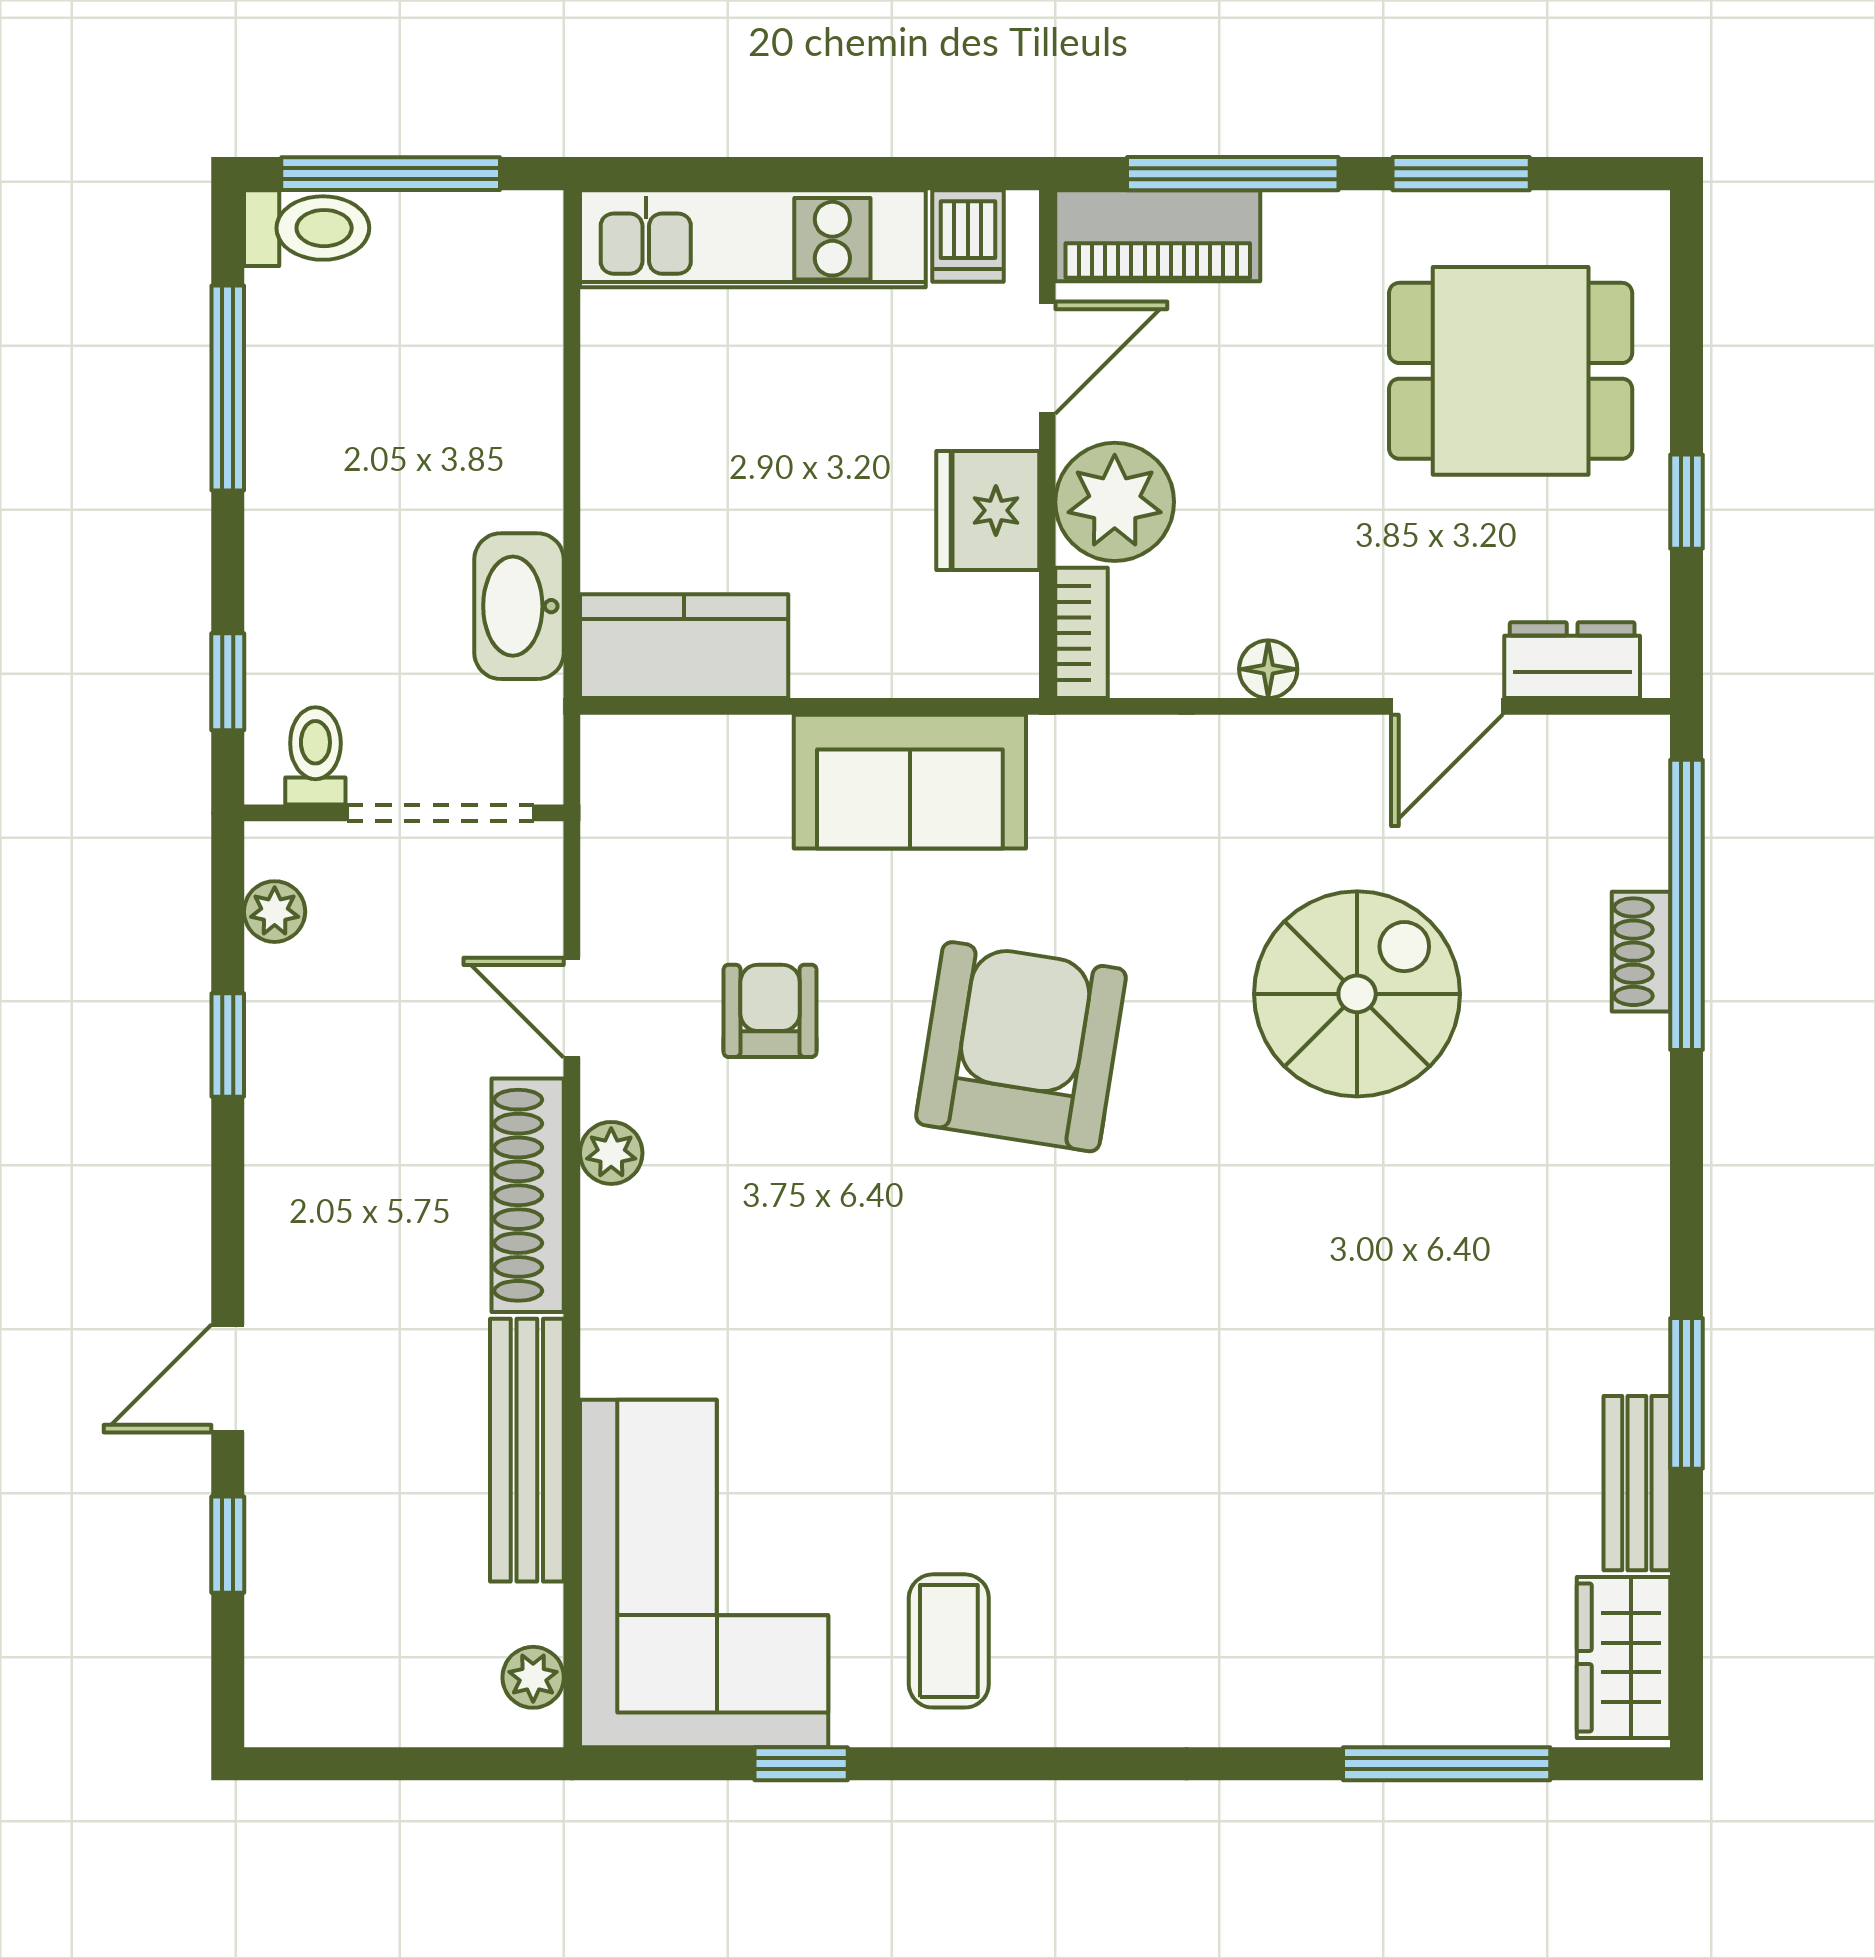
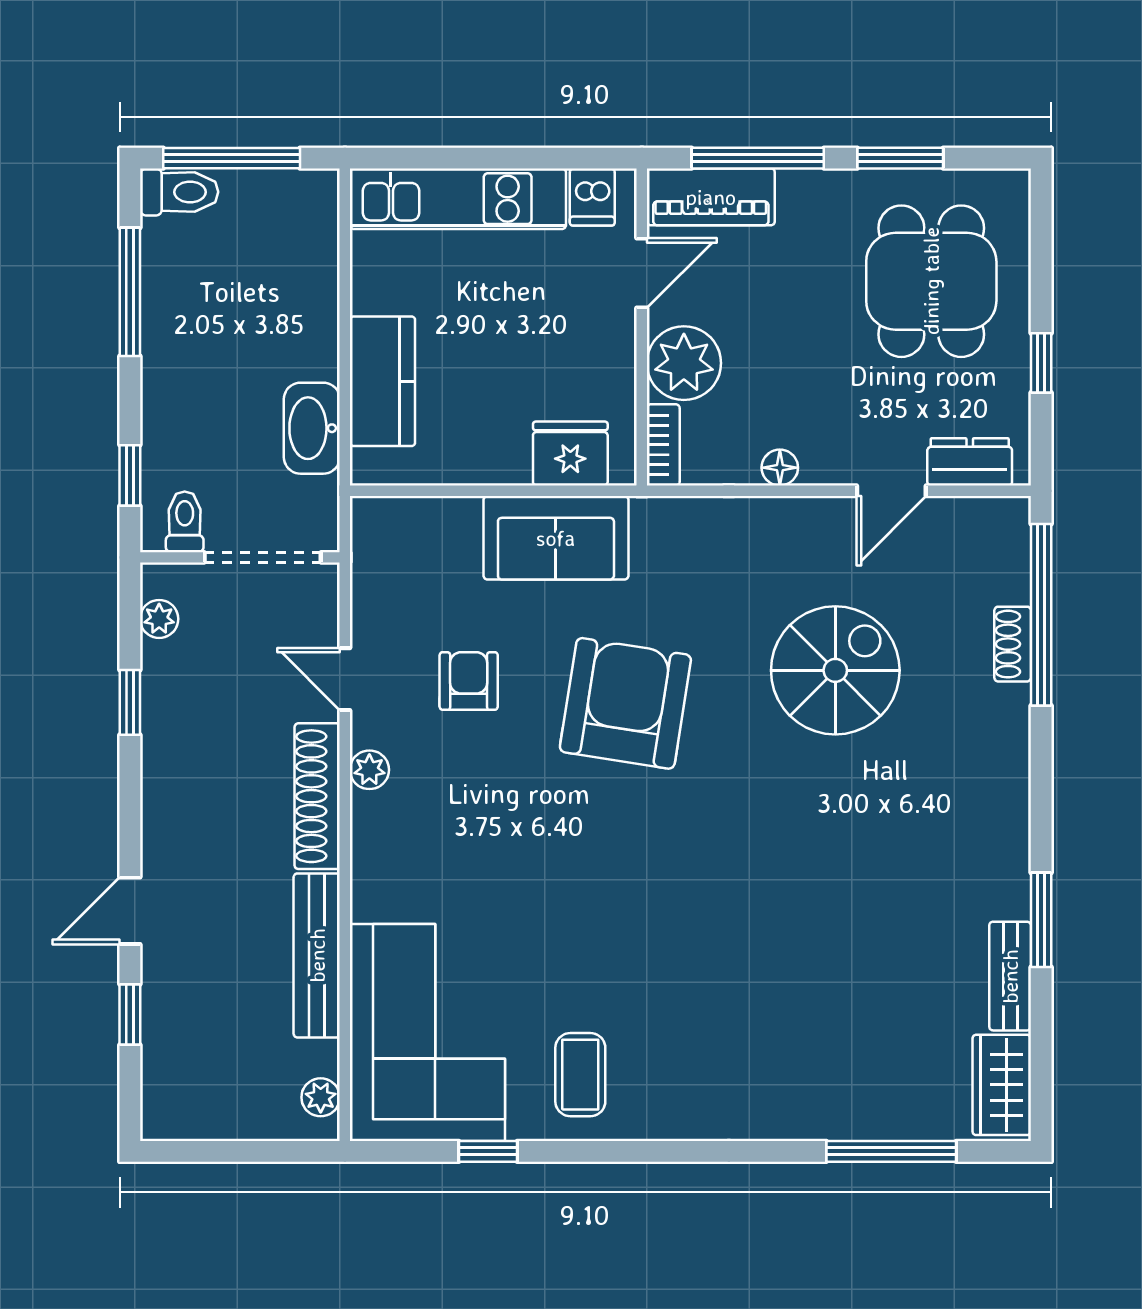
dining table: (1511, 371) -> (931, 281), turned 90
fridge: (988, 510) -> (570, 454), moved, turned 90
kitchen counter: (684, 646) -> (382, 381), moved, turned 90

